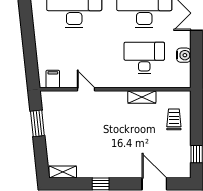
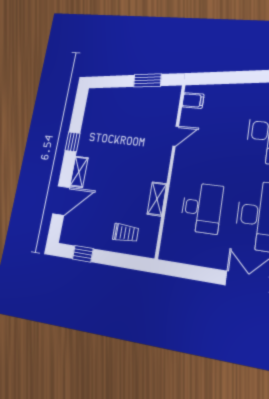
water cooler: (184, 55) -> (198, 257), removed
shelving: (63, 172) -> (79, 172), moved

